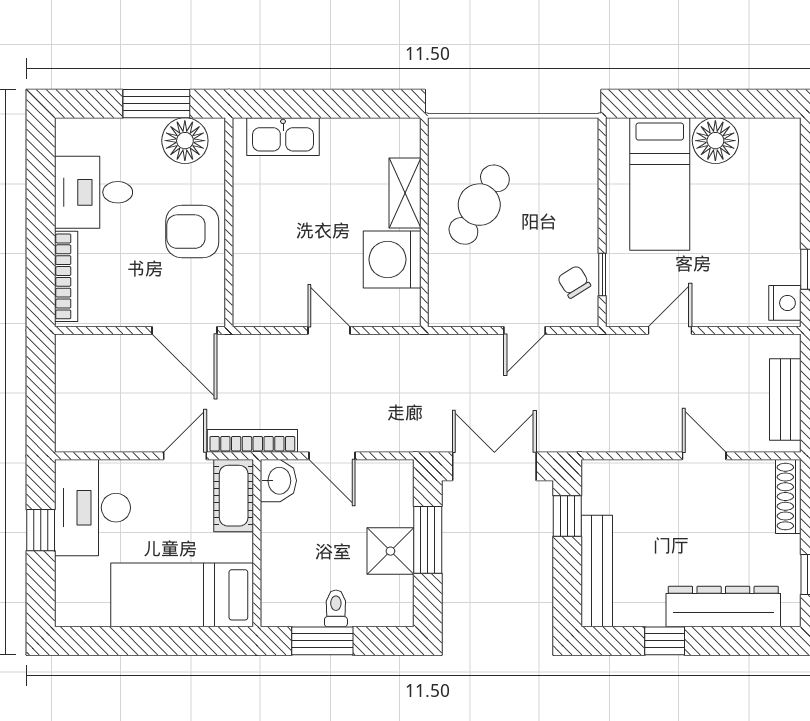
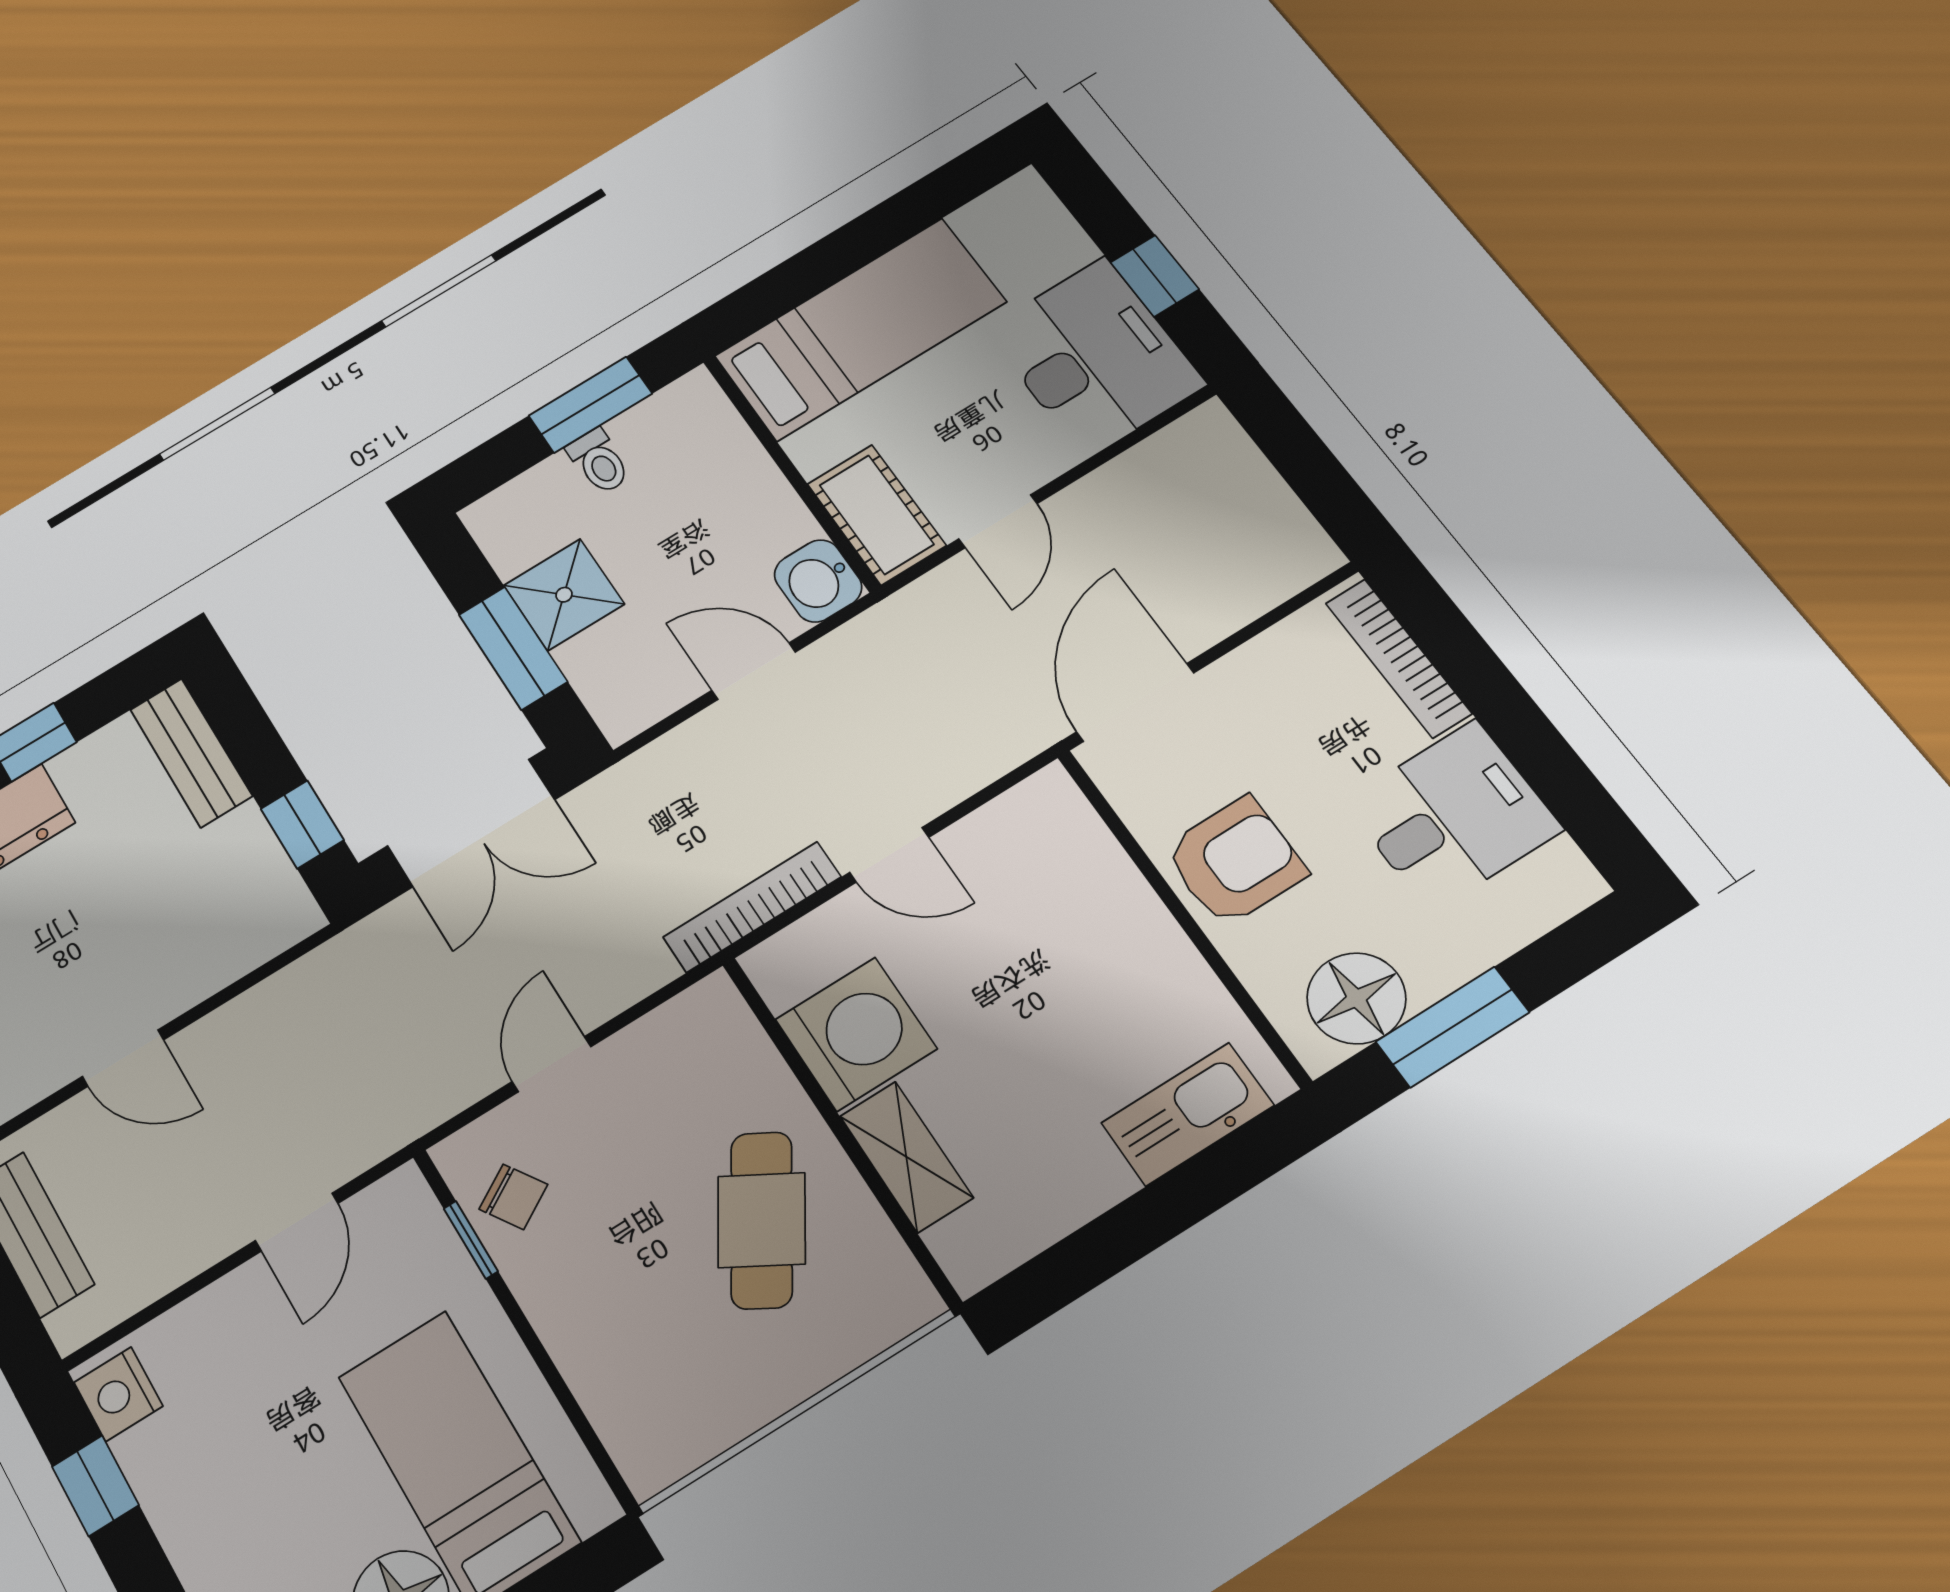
door: (184, 330) -> (1135, 702), hinge flipped
bookcase: (252, 441) -> (752, 907), moved, turned 180
bench: (597, 571) -> (191, 753), width x0.73

